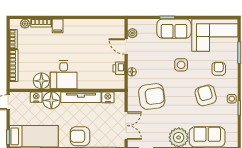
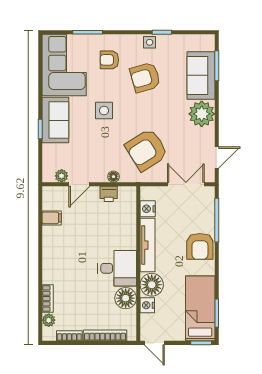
filing cabinet: (58, 26) -> (52, 218), moved
armchair: (152, 96) -> (147, 150), turned -114

